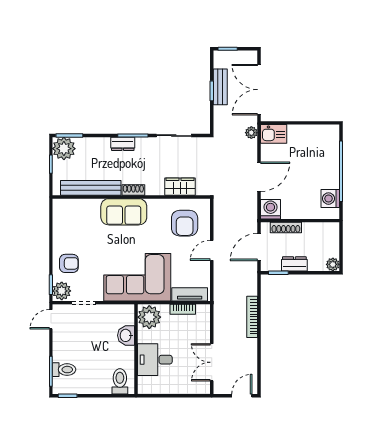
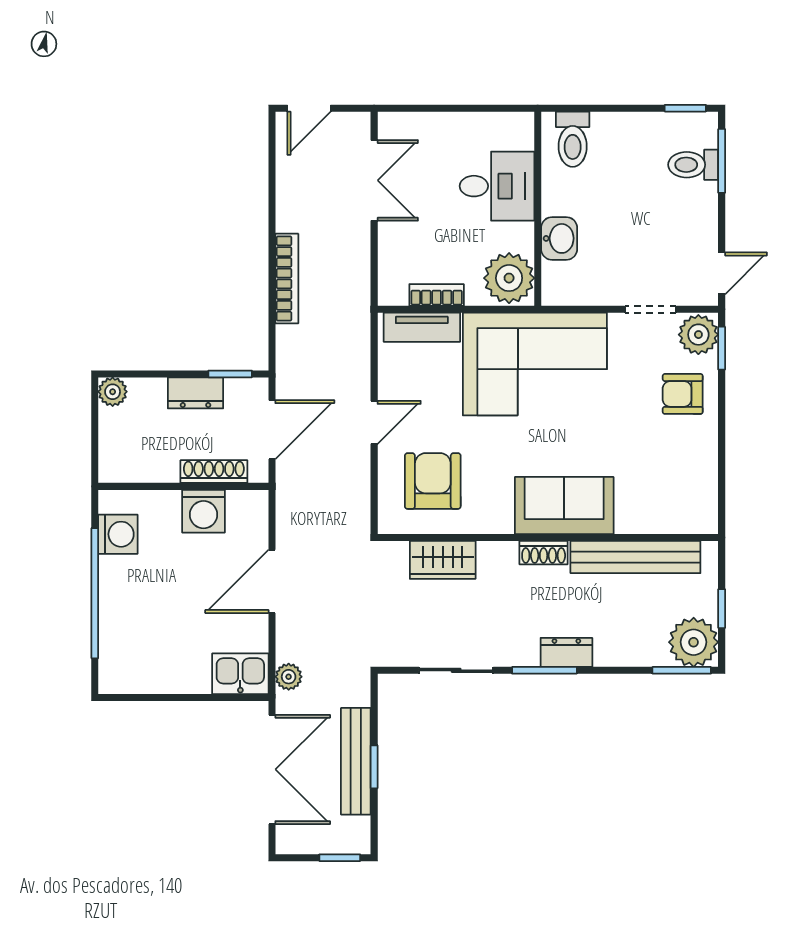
bench: (220, 87) -> (356, 761), width x1.36
washing machine: (271, 209) -> (204, 511), moved

